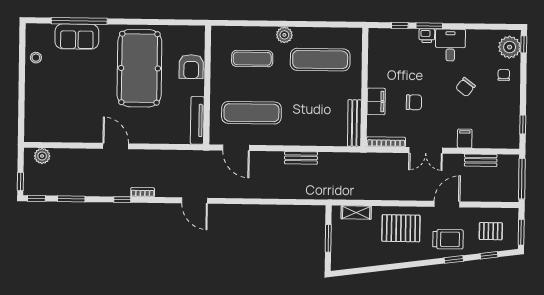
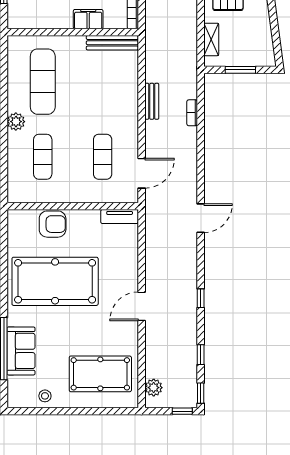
pool table: (55, 108) -> (100, 374), added
exercise mat: (251, 113) -> (103, 157), width x0.73, depth x0.69
tv unit: (197, 120) -> (120, 217), width x0.71
bookcase: (143, 192) -> (192, 113), moved
window: (71, 199) -> (201, 355), width x0.67

